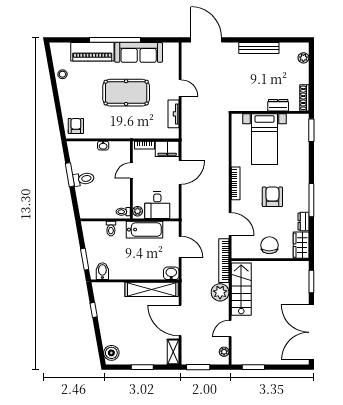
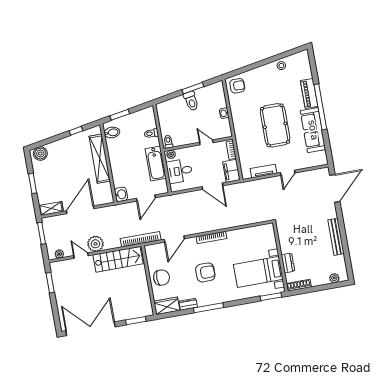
piano: (92, 52) -> (309, 93), width x0.73, depth x0.75
bed with nightstands: (264, 139) -> (258, 272), moved
shelving: (152, 289) -> (100, 159), moved
plant: (220, 292) -> (95, 244), moved

